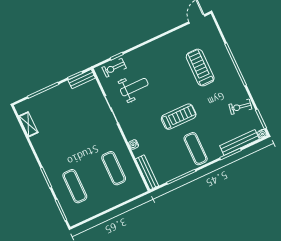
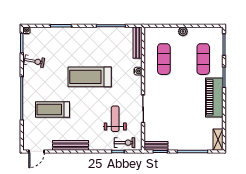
treadmill: (200, 67) -> (53, 110), turned 90
weight bench: (134, 87) -> (115, 119), turned 90
treadmill: (179, 117) -> (90, 77), width x1.37, depth x1.38
shelving: (28, 124) -> (218, 140), moved
bench: (240, 142) -> (71, 145), moved
exercise mat: (196, 149) -> (88, 44), removed
piano: (46, 153) -> (214, 97), added
plant: (107, 204) -> (183, 31), added

